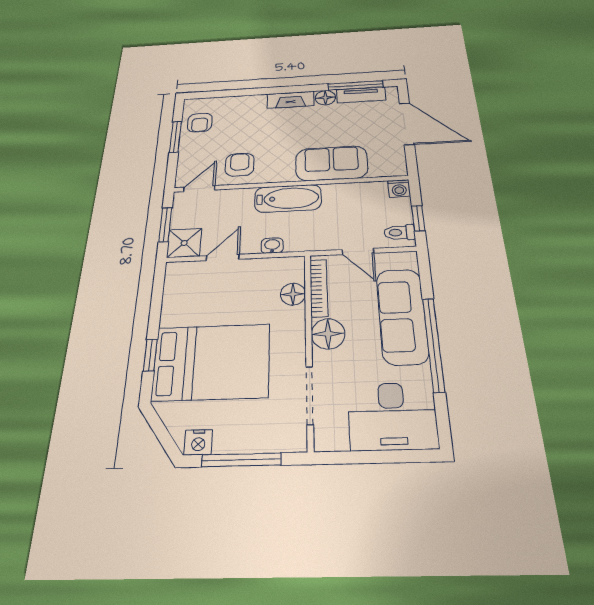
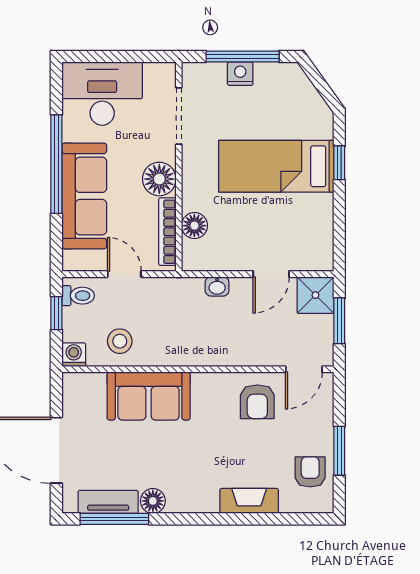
fireplace: (291, 100) -> (249, 501), moved
bathtub: (288, 198) -> (200, 349), removed
stool: (359, 200) -> (120, 341), added
bed: (211, 362) -> (276, 166), width x0.67
nightstand: (198, 442) -> (240, 74), moved

